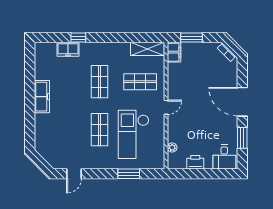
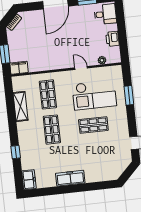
freezer: (68, 49) -> (29, 180), moved
shelving: (147, 49) -> (21, 106), moved
shop shelf: (100, 82) -> (52, 130), turned 90
door: (166, 107) -> (81, 68), moved

